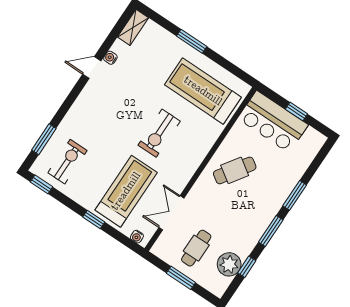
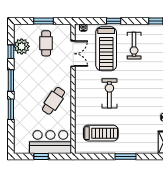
treadmill: (203, 91) -> (101, 133), width x0.73, depth x0.73
exercise bike: (67, 162) -> (134, 46), moved

